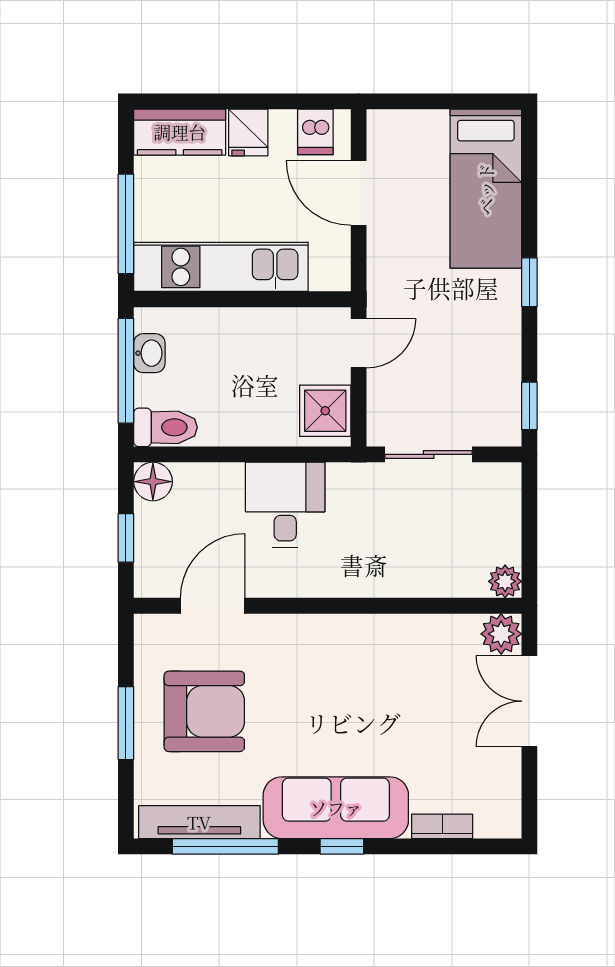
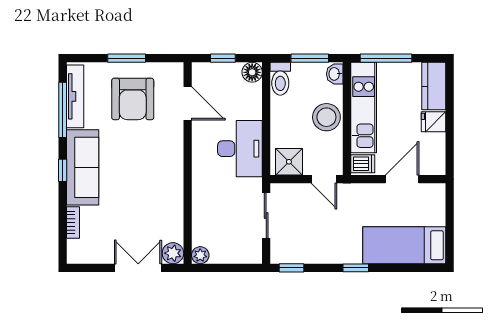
dishwasher: (315, 132) -> (363, 164), moved, turned 180
stool: (239, 339) -> (326, 117), added
washbasin: (149, 353) -> (335, 74), moved, turned 90
window: (126, 371) -> (310, 58), width x0.69
desk: (285, 505) -> (240, 149), width x1.37

